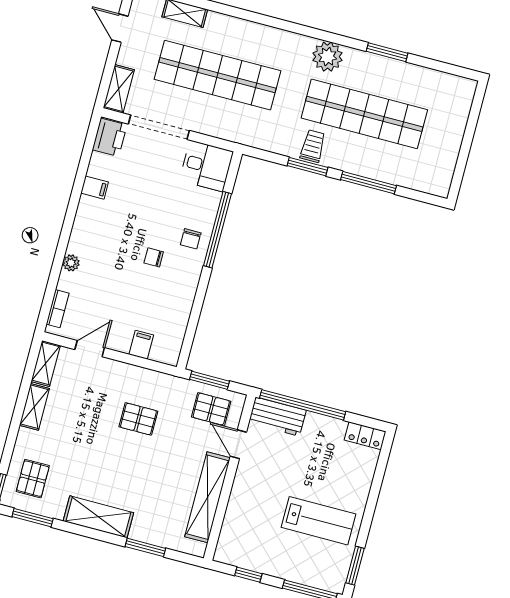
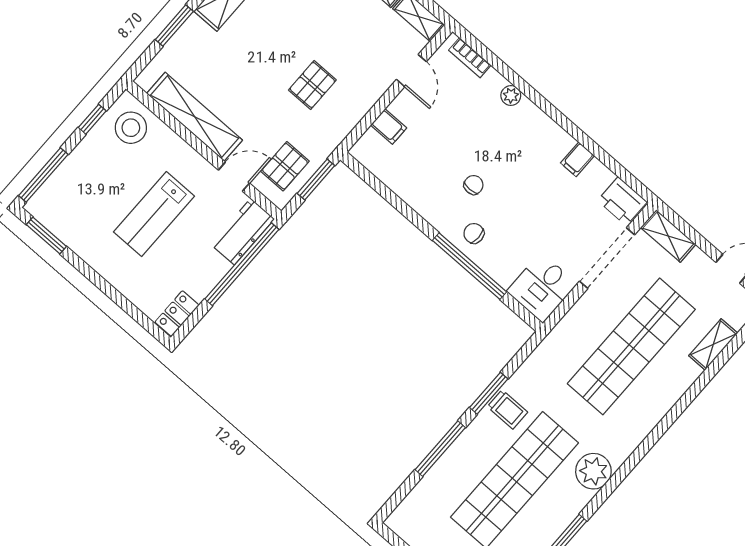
lab bench: (319, 521) -> (154, 214), moved
stool: (240, 542) -> (131, 128), added

